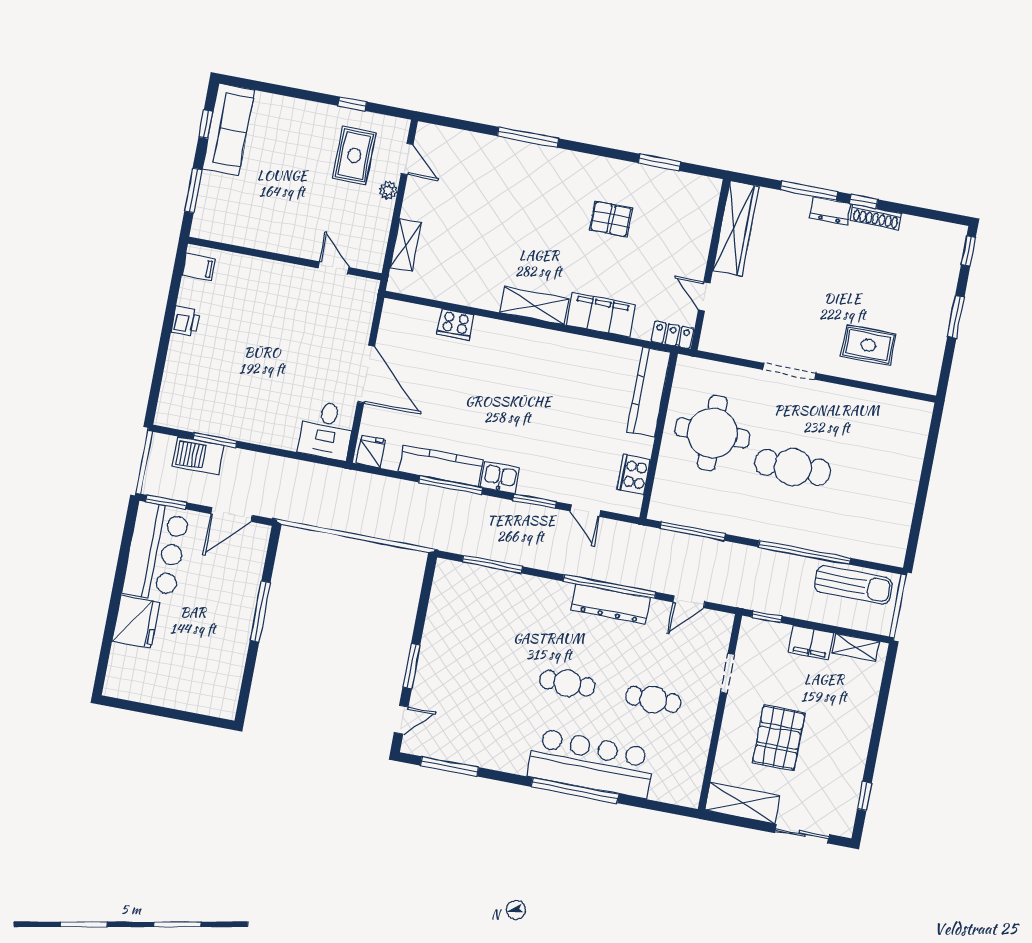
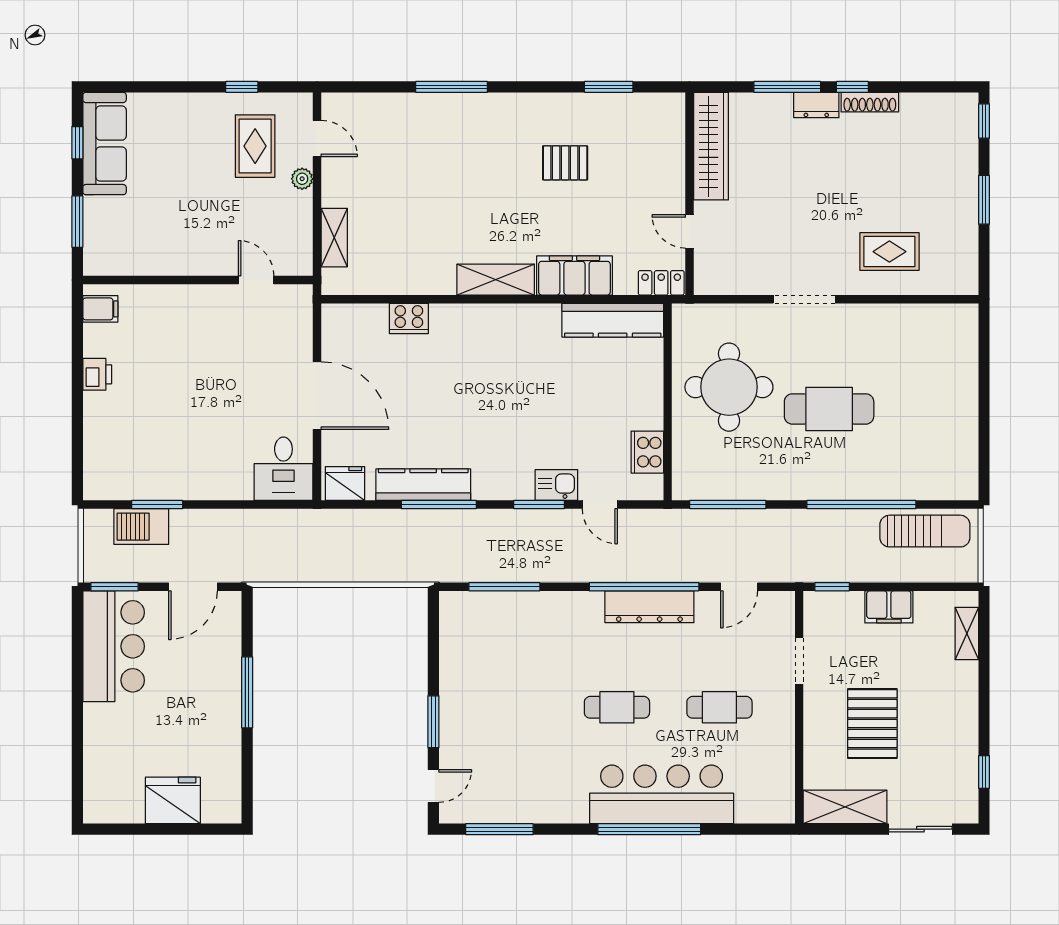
kitchen counter: (649, 392) -> (613, 320), moved, turned -90
fridge: (371, 452) -> (345, 484), width x1.38
kitchen sink: (500, 477) -> (556, 485), moved
fridge: (136, 622) -> (173, 800), moved, turned -90
shelving: (856, 647) -> (967, 633), moved, turned 90

